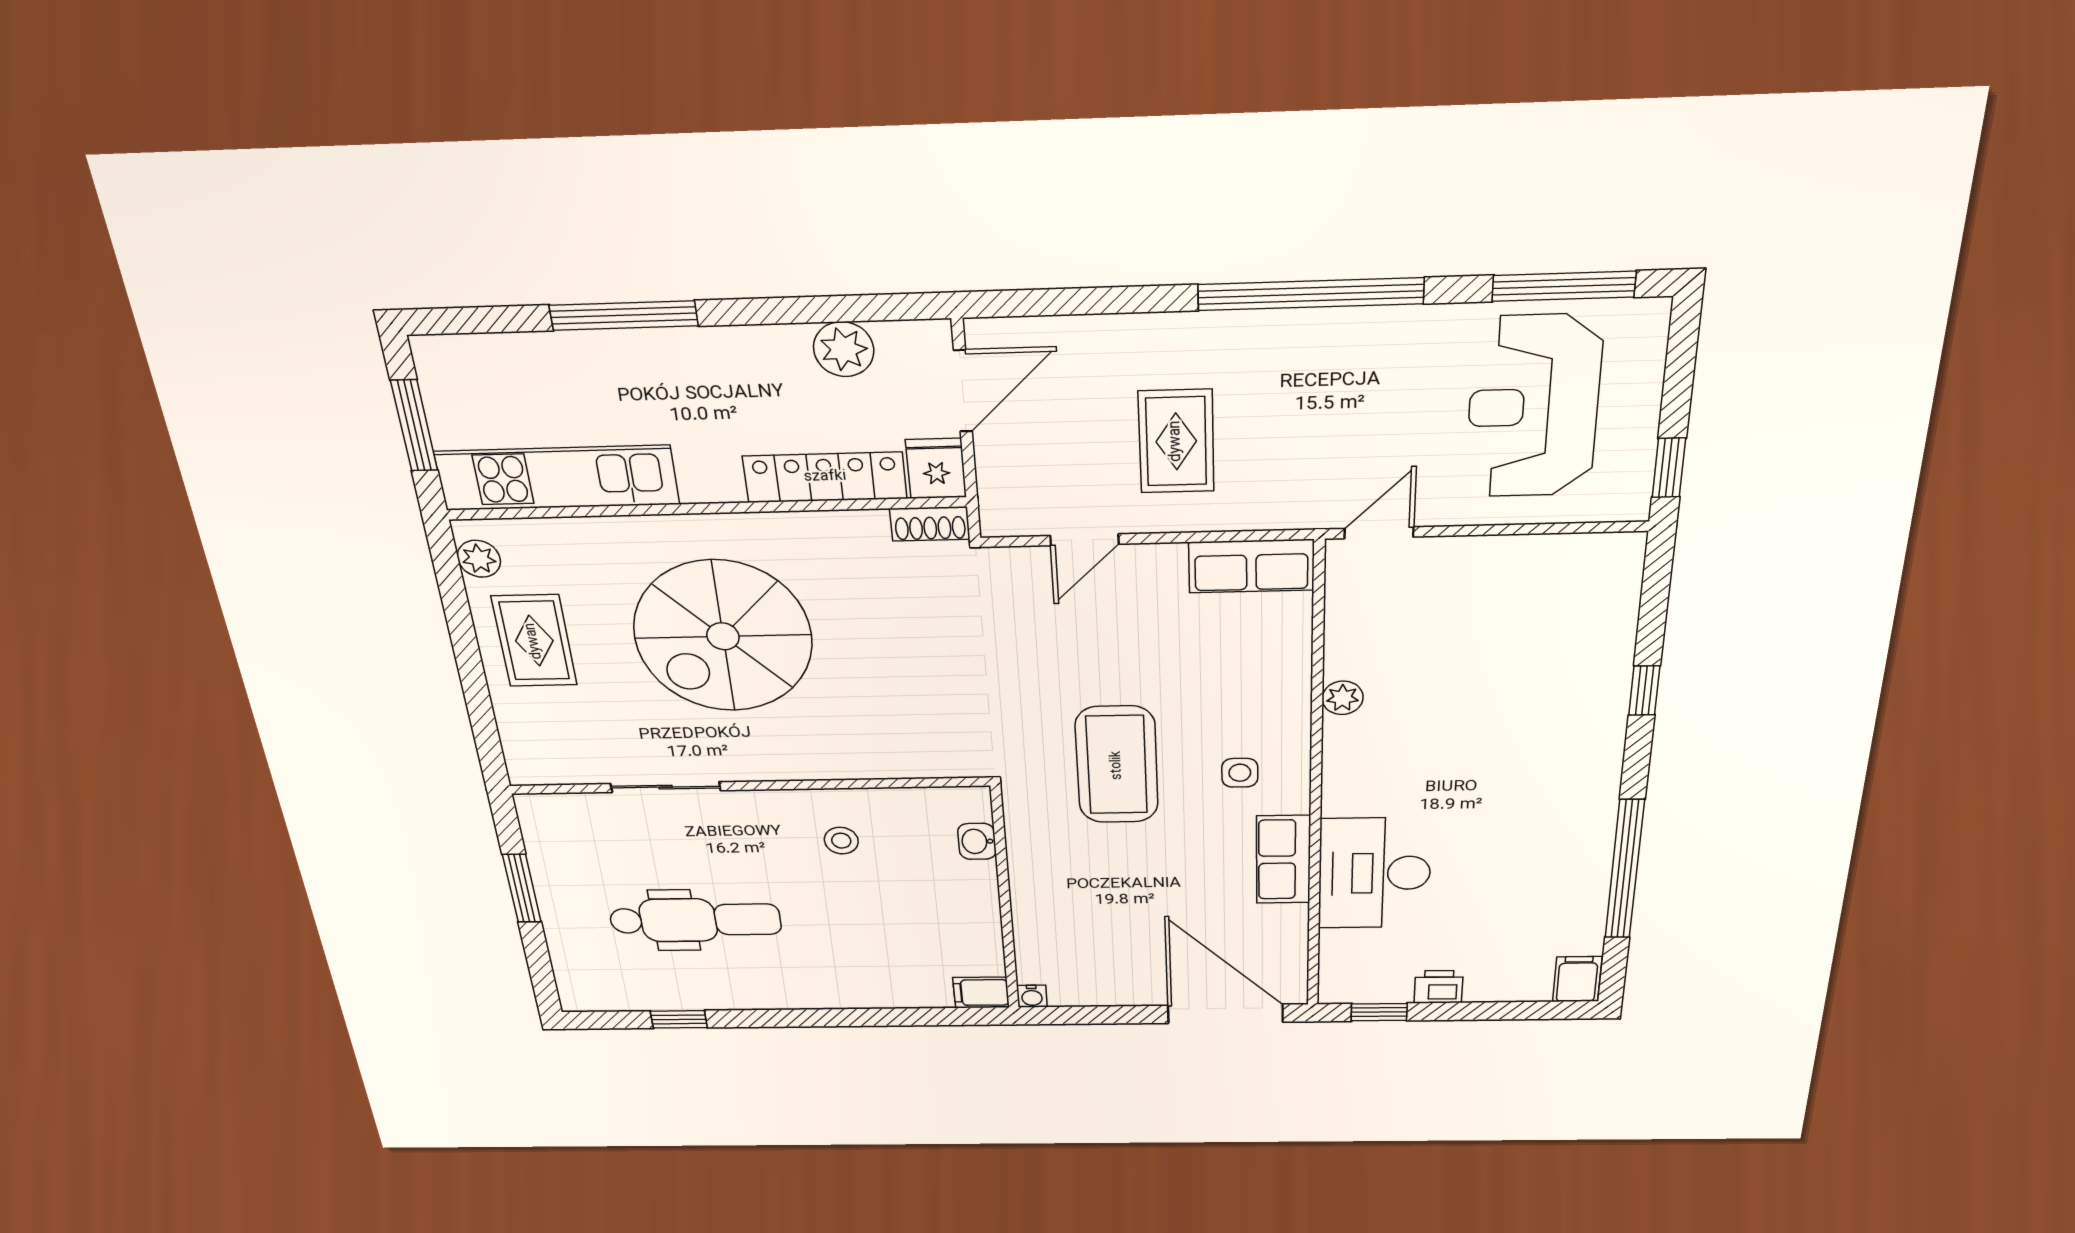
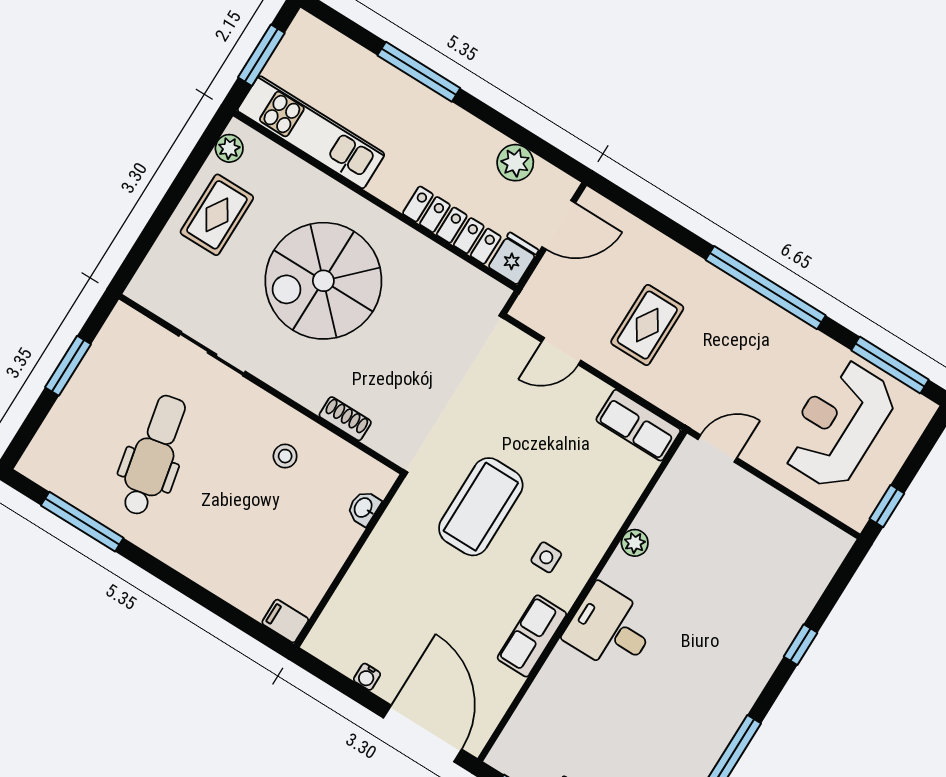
shoe rack: (930, 524) -> (345, 419), moved, turned 180
desk: (1375, 873) -> (610, 629), moved, width x0.73
dental chair: (695, 920) -> (153, 455), turned -102
water cooler: (1032, 996) -> (367, 677), moved
window: (679, 1019) -> (82, 522), width x2.17

